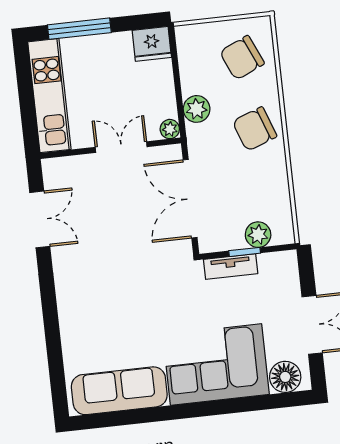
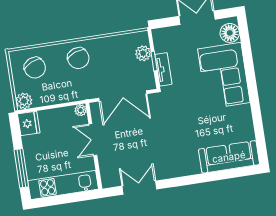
plant: (197, 109) -> (24, 101), moved
sofa: (119, 391) -> (229, 157), moved, turned 90

